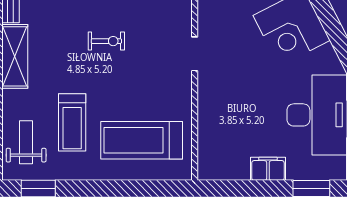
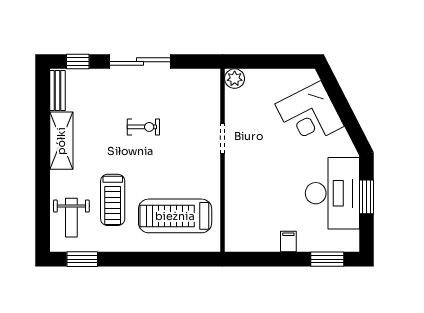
weight bench: (26, 142) -> (71, 218), turned 180
filing cabinet: (268, 169) -> (288, 242), width x0.50

